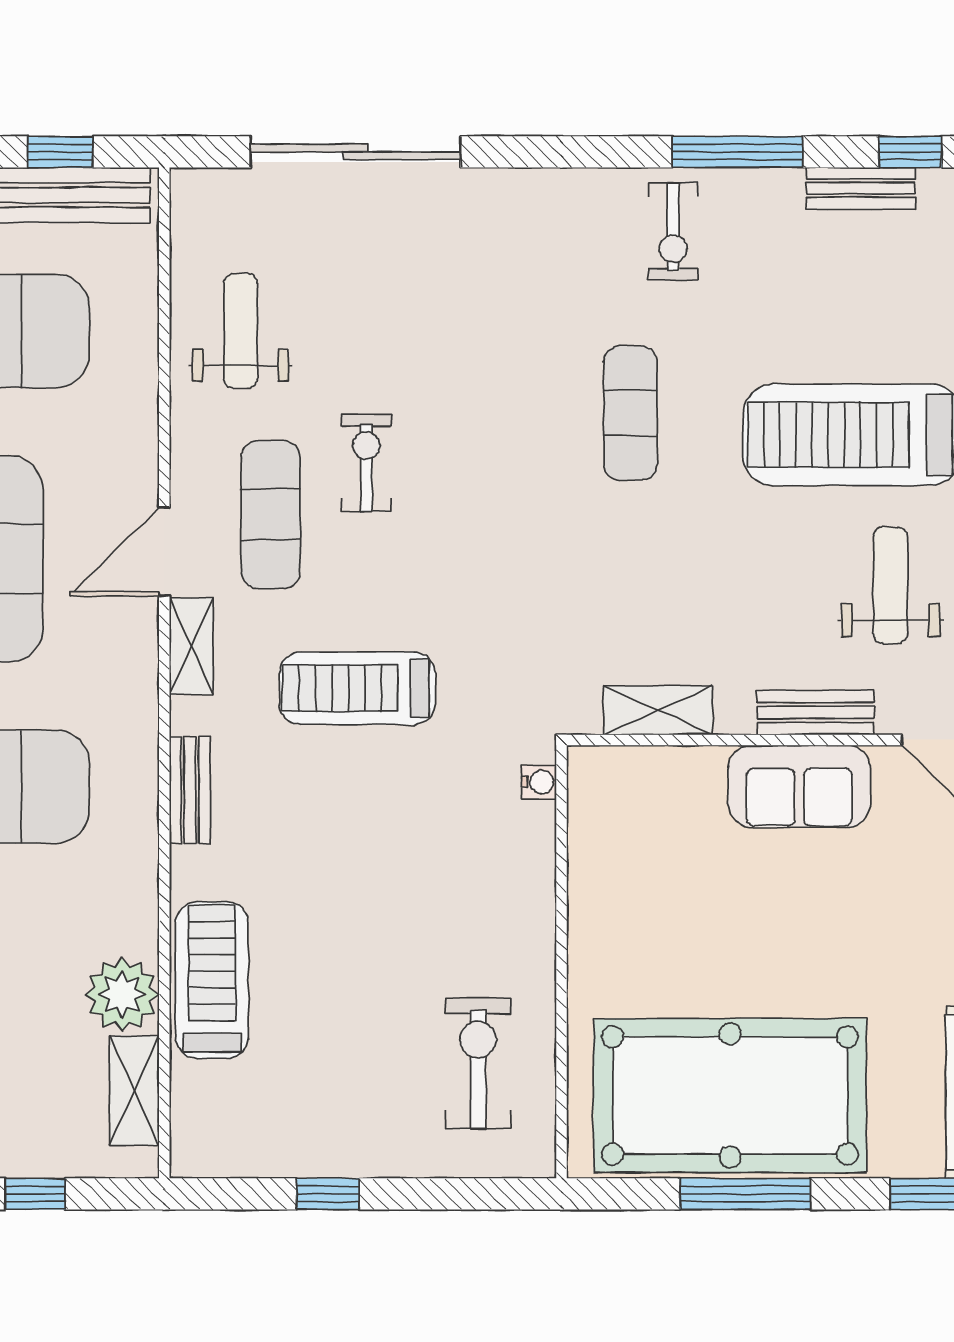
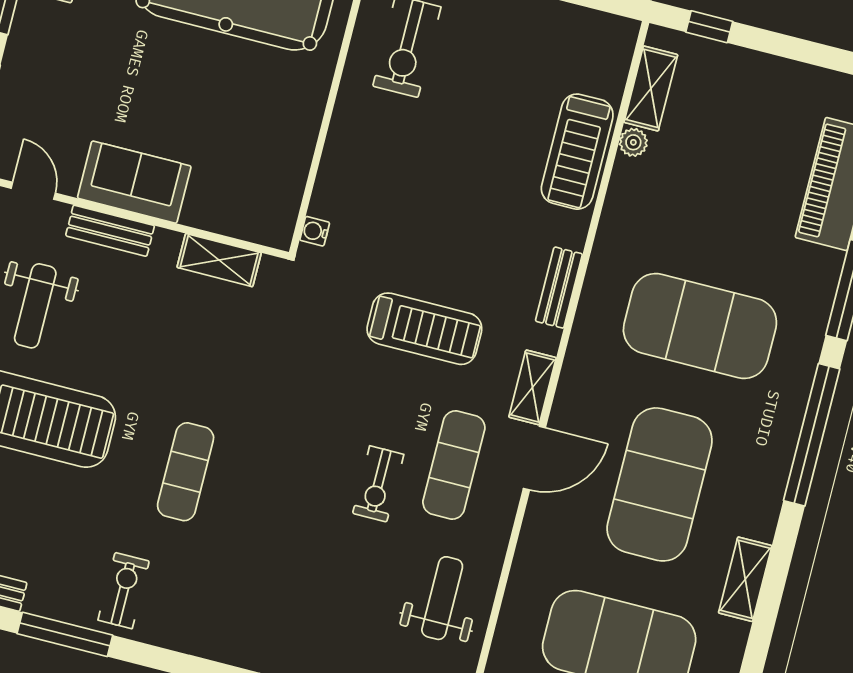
weight bench: (241, 331) -> (442, 598), turned 180
plant: (122, 995) -> (633, 142), width x0.53, depth x0.53
window: (35, 1194) -> (709, 27), moved

